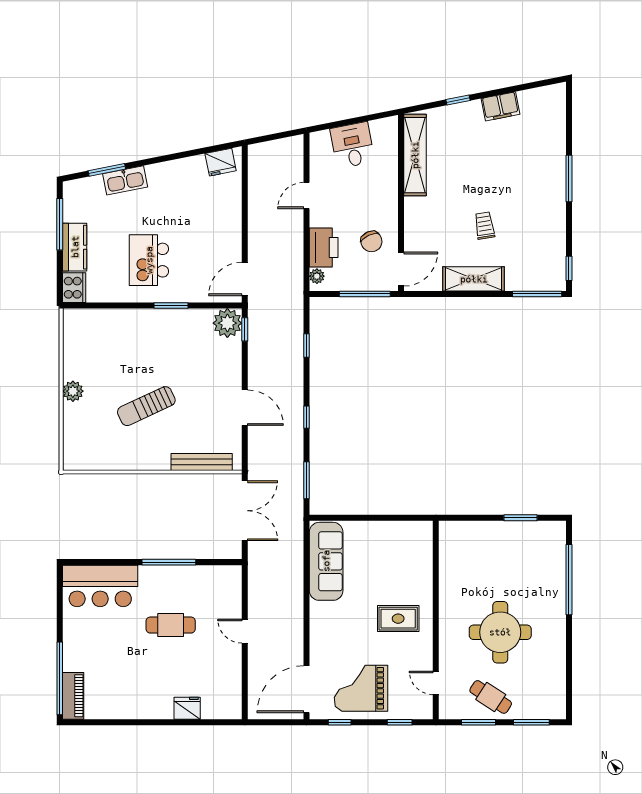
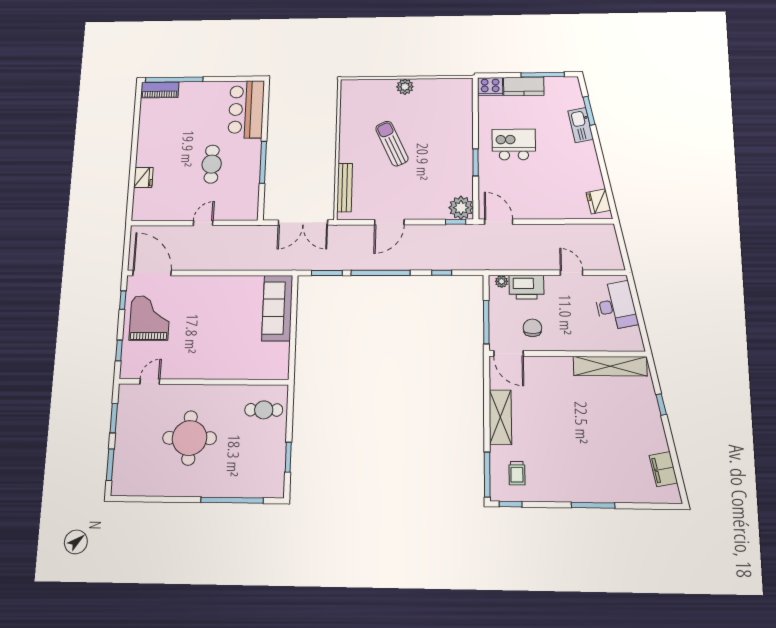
filing cabinet: (500, 106) -> (663, 469), moved
desk: (352, 145) -> (616, 306), width x1.37
trolley: (485, 226) -> (517, 473), moved, turned 99
chair: (371, 241) -> (532, 328), turned 115
window: (307, 417) -> (380, 273), width x3.17
sofa: (326, 561) -> (277, 308), moved, turned 90
rug: (398, 619) -> (206, 350), removed
cafe table: (491, 697) -> (264, 410), moved, turned 57

